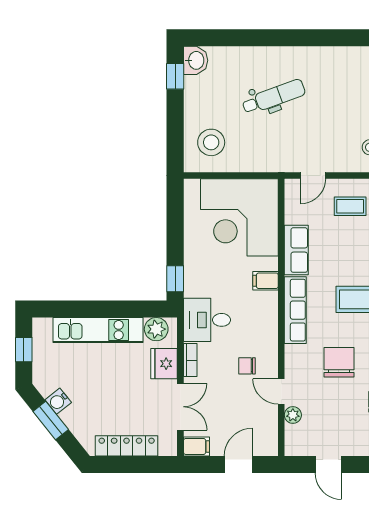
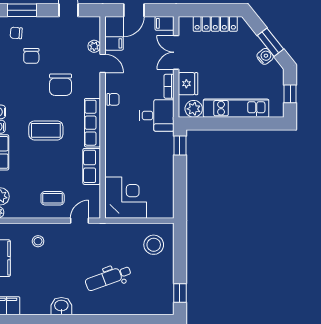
washbasin: (196, 60) -> (61, 306), moved, turned 90
corner desk: (239, 217) -> (126, 198), width x0.74, depth x0.74
filing cabinet: (266, 281) -> (114, 43), moved
chair: (247, 366) -> (113, 99), moved

